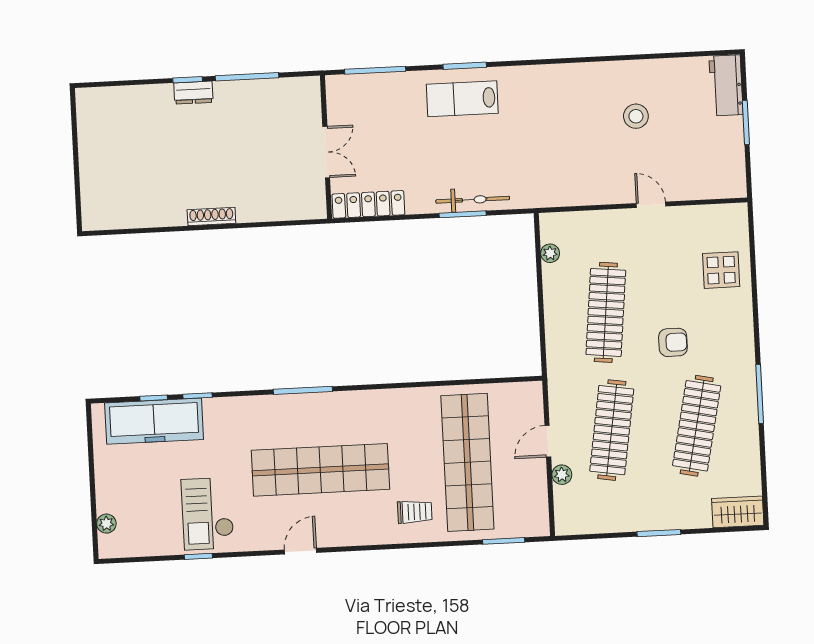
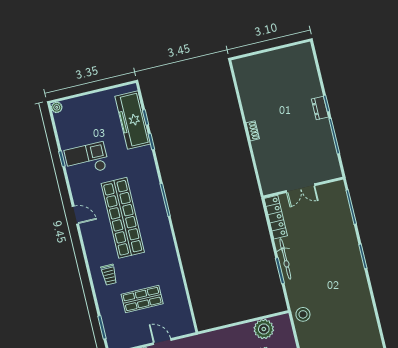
lab bench: (462, 99) -> (344, 259), removed
stool: (546, 188) -> (303, 314), added
bicycle: (473, 200) -> (285, 259), moved
shoe rack: (211, 217) -> (253, 131), width x0.70
plant: (550, 253) -> (264, 329), width x1.88, depth x1.88
shop shelf: (467, 462) -> (142, 299), width x0.50, depth x0.74
plant: (106, 524) -> (57, 107), moved

